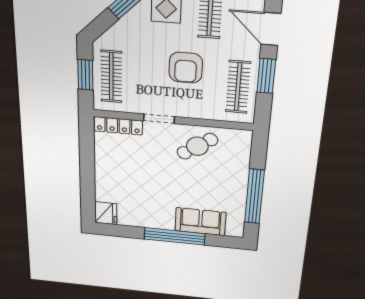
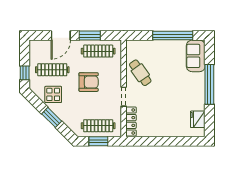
fridge: (106, 213) -> (198, 119), moved, turned -90
sofa: (200, 222) -> (196, 56), moved

